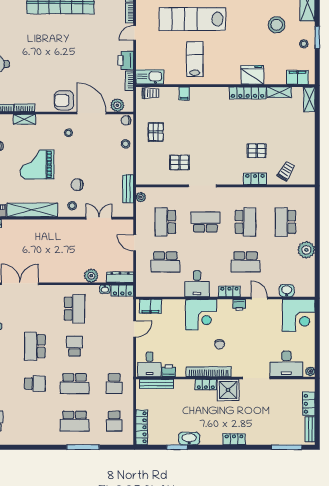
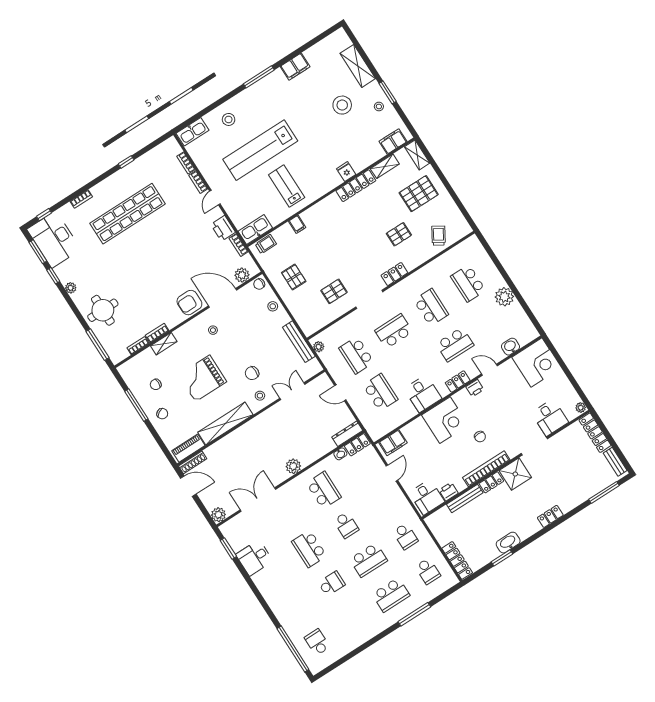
fridge: (252, 75) -> (346, 172), width x0.53, depth x0.75
pallet: (292, 130) -> (419, 194), added
locker: (255, 179) -> (394, 274), moved
bench: (128, 189) -> (299, 342), width x1.36
school desk: (165, 262) -> (380, 392), turned -90
plant: (91, 276) -> (293, 466), moved
school desk: (75, 346) -> (346, 525), turned 180
desk: (286, 364) -> (550, 418), width x0.73
bench: (157, 384) -> (465, 499), moved
locker: (309, 404) -> (595, 433), width x1.53

